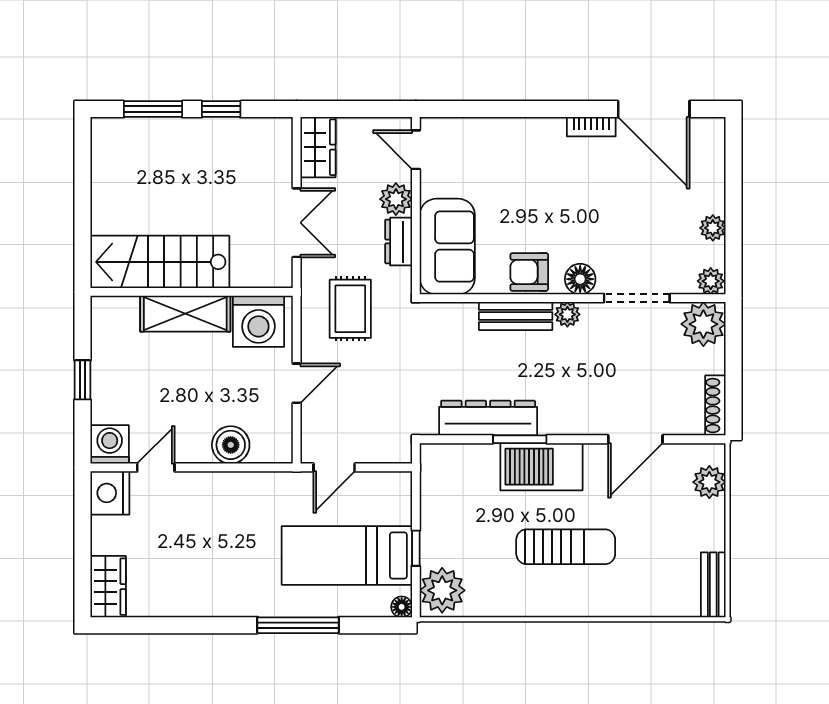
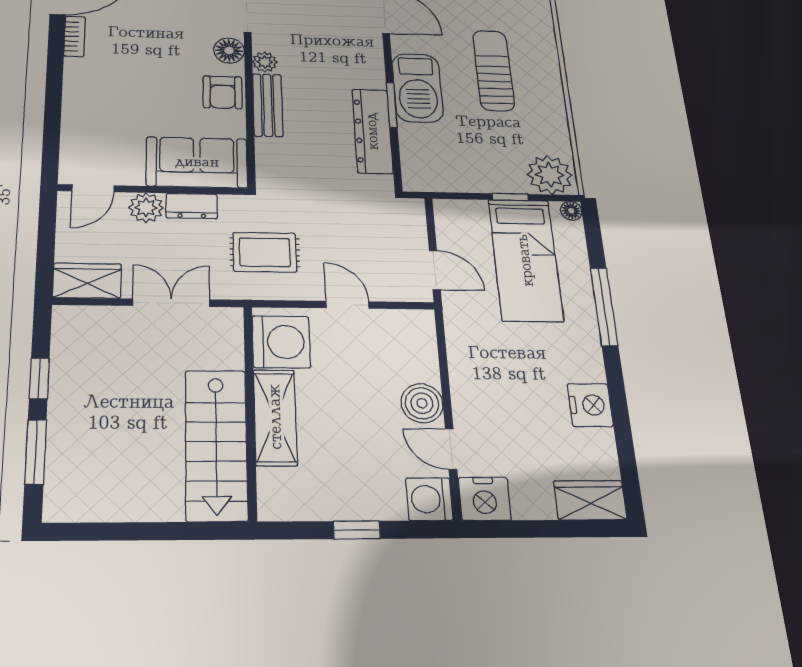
boiler: (231, 445) -> (422, 403), moved
nightstand: (198, 599) -> (590, 405), added

